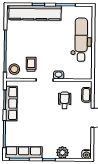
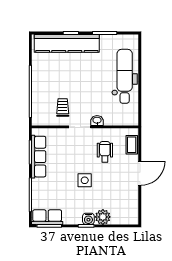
stool: (14, 69) -> (42, 114), removed
side table: (48, 123) -> (85, 180), added
row of seats: (24, 152) -> (47, 217), width x0.68
water cooler: (86, 154) -> (88, 219), moved

